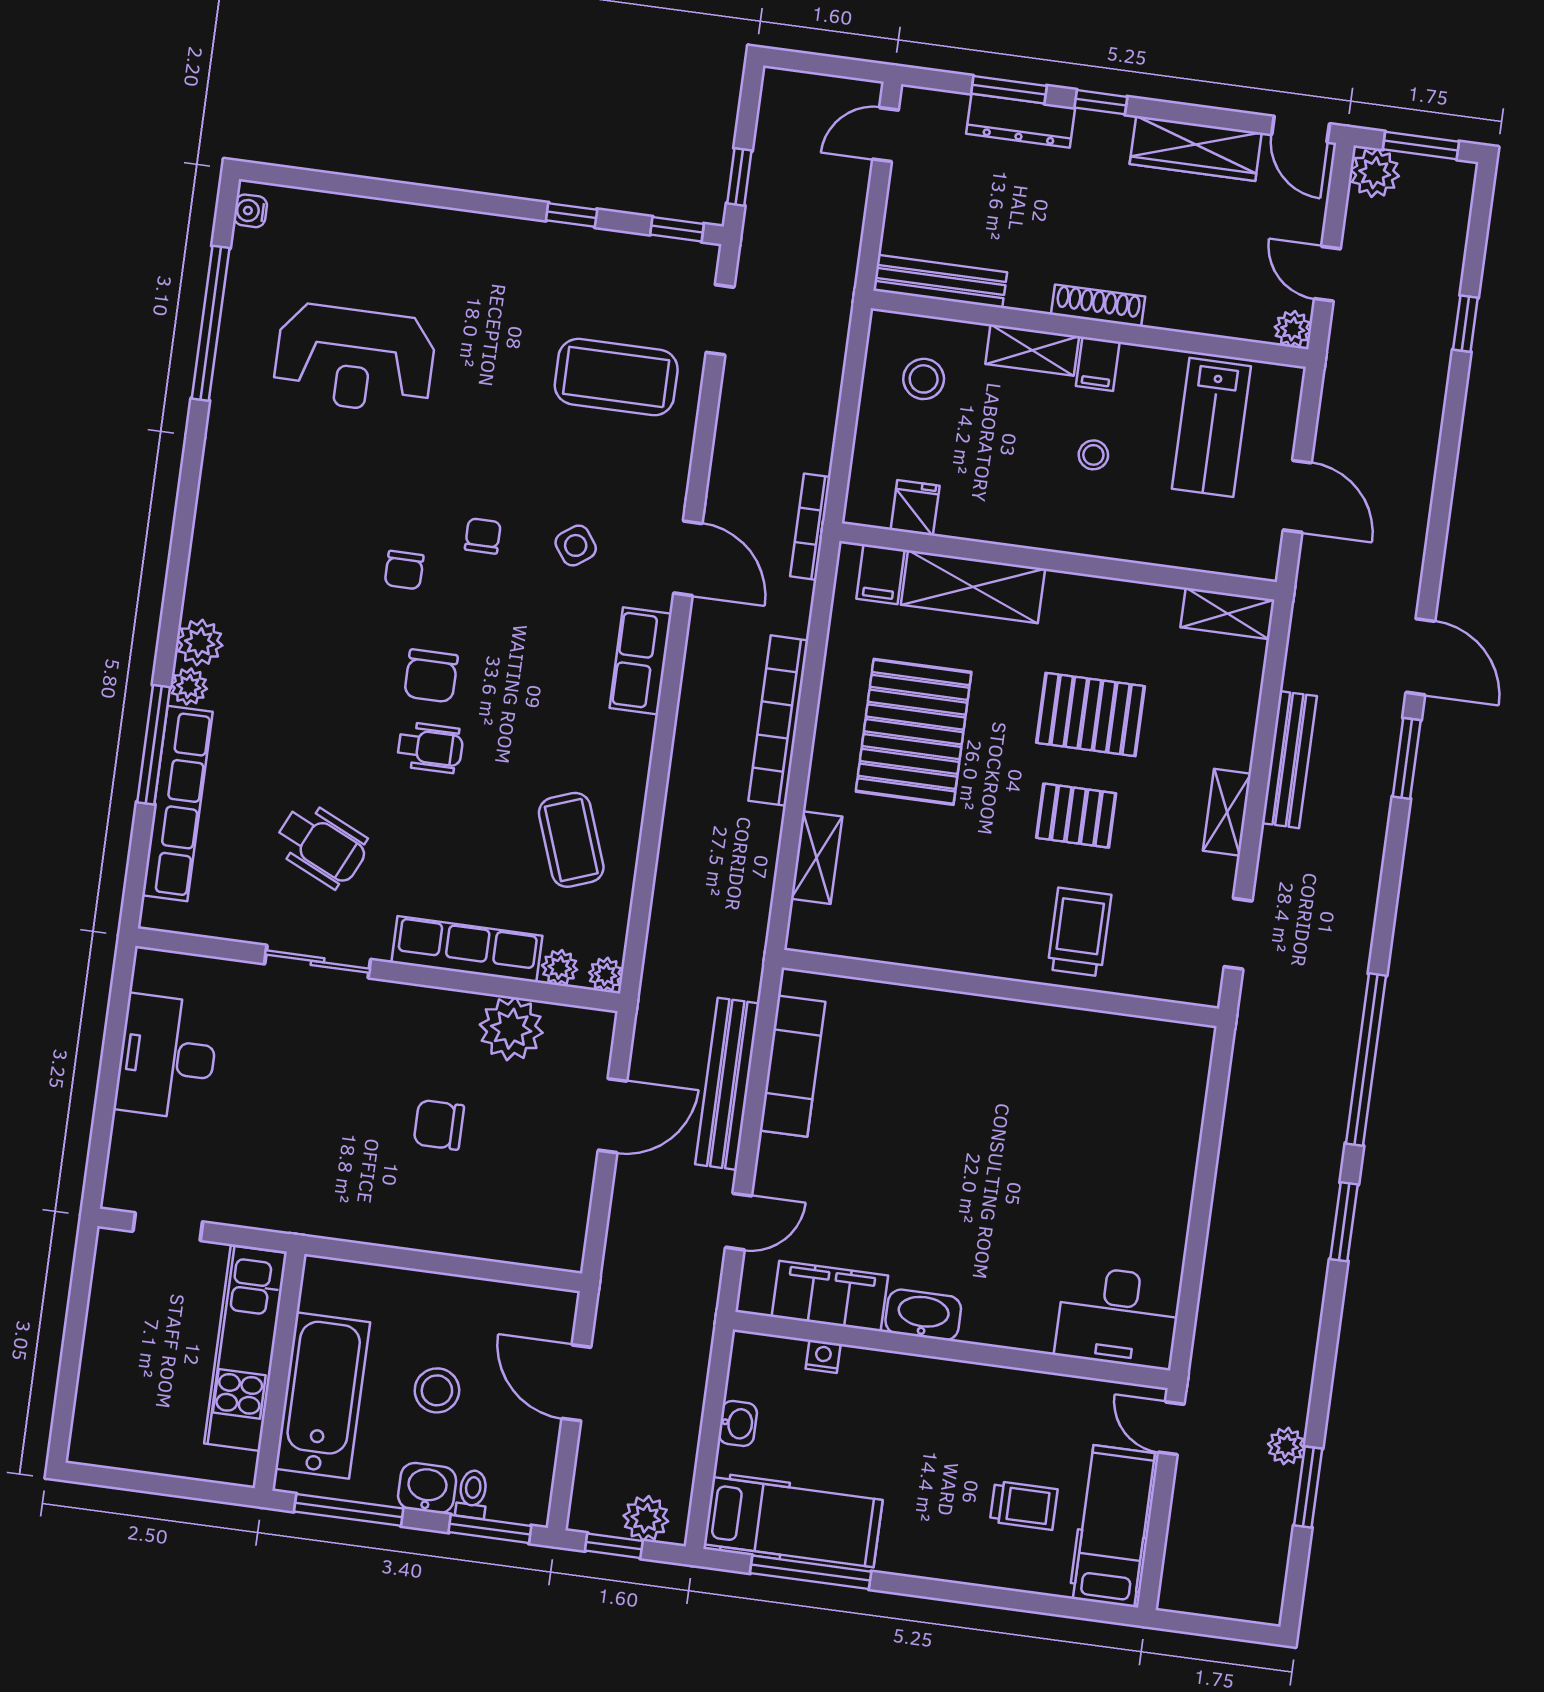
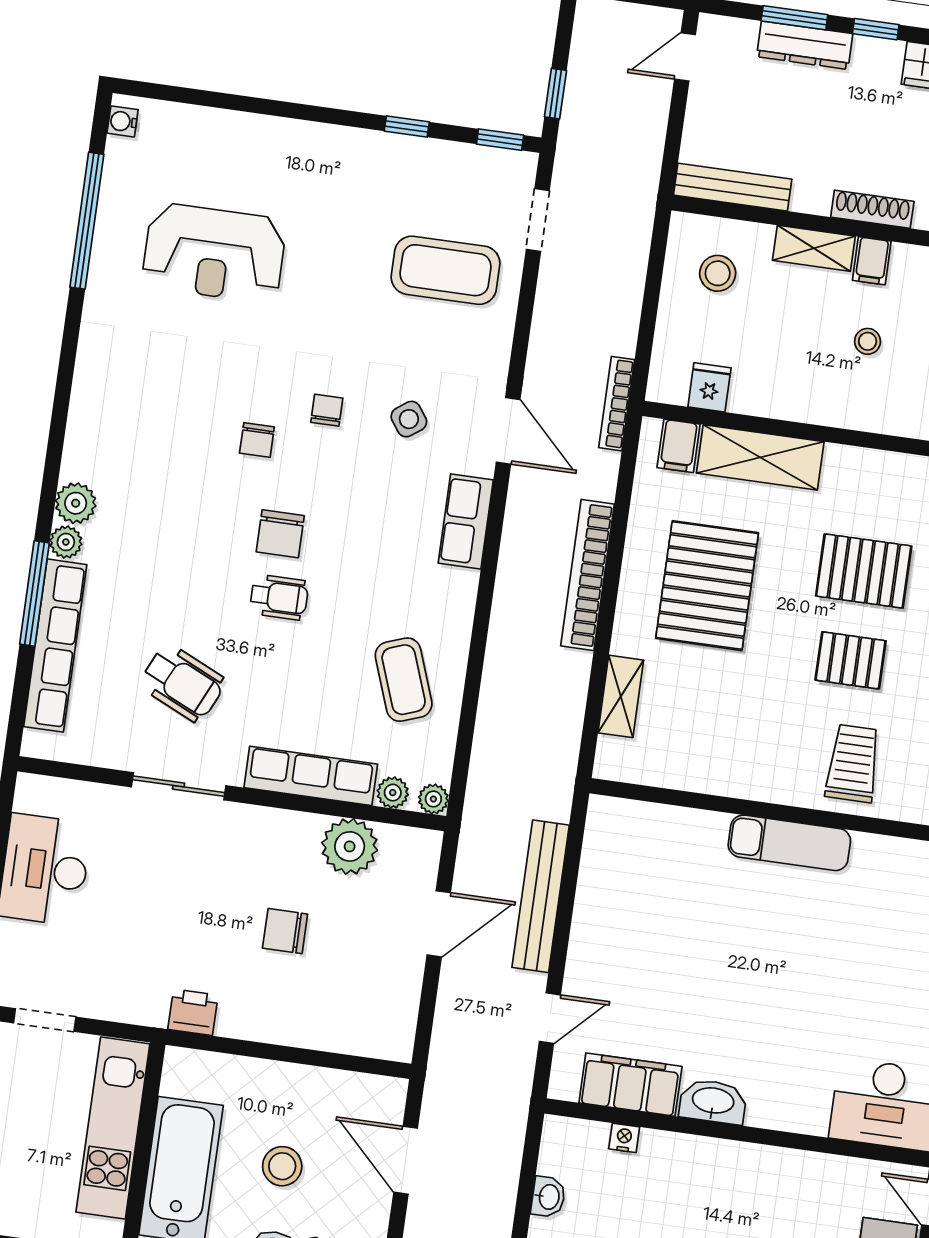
exam couch: (792, 1066) -> (789, 843), moved, turned 90
printer: (335, 1217) -> (193, 1012), added

